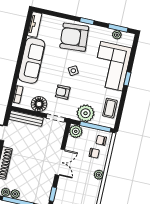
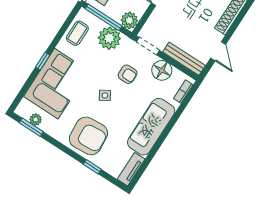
window: (87, 21) -> (92, 167), moved

